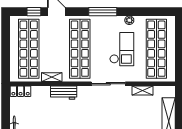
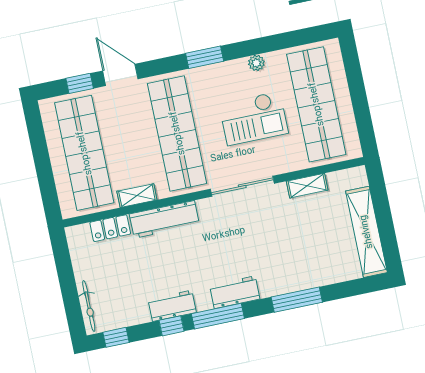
window: (103, 12) -> (205, 57), width x0.69
checkout: (122, 49) -> (254, 118), turned 90
locker: (21, 91) -> (110, 228), moved
workbench: (64, 93) -> (164, 219), width x1.38

